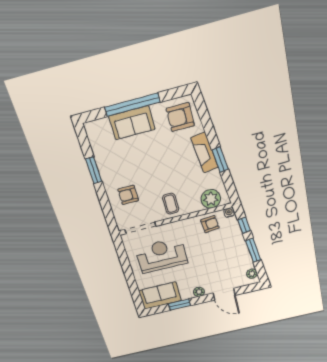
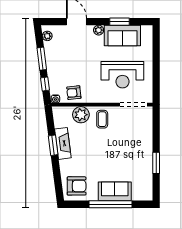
fireplace: (205, 153) -> (63, 143), moved
armchair: (128, 195) -> (135, 136), removed
plant: (211, 199) -> (81, 115), moved
sofa: (160, 296) -> (122, 36), moved

